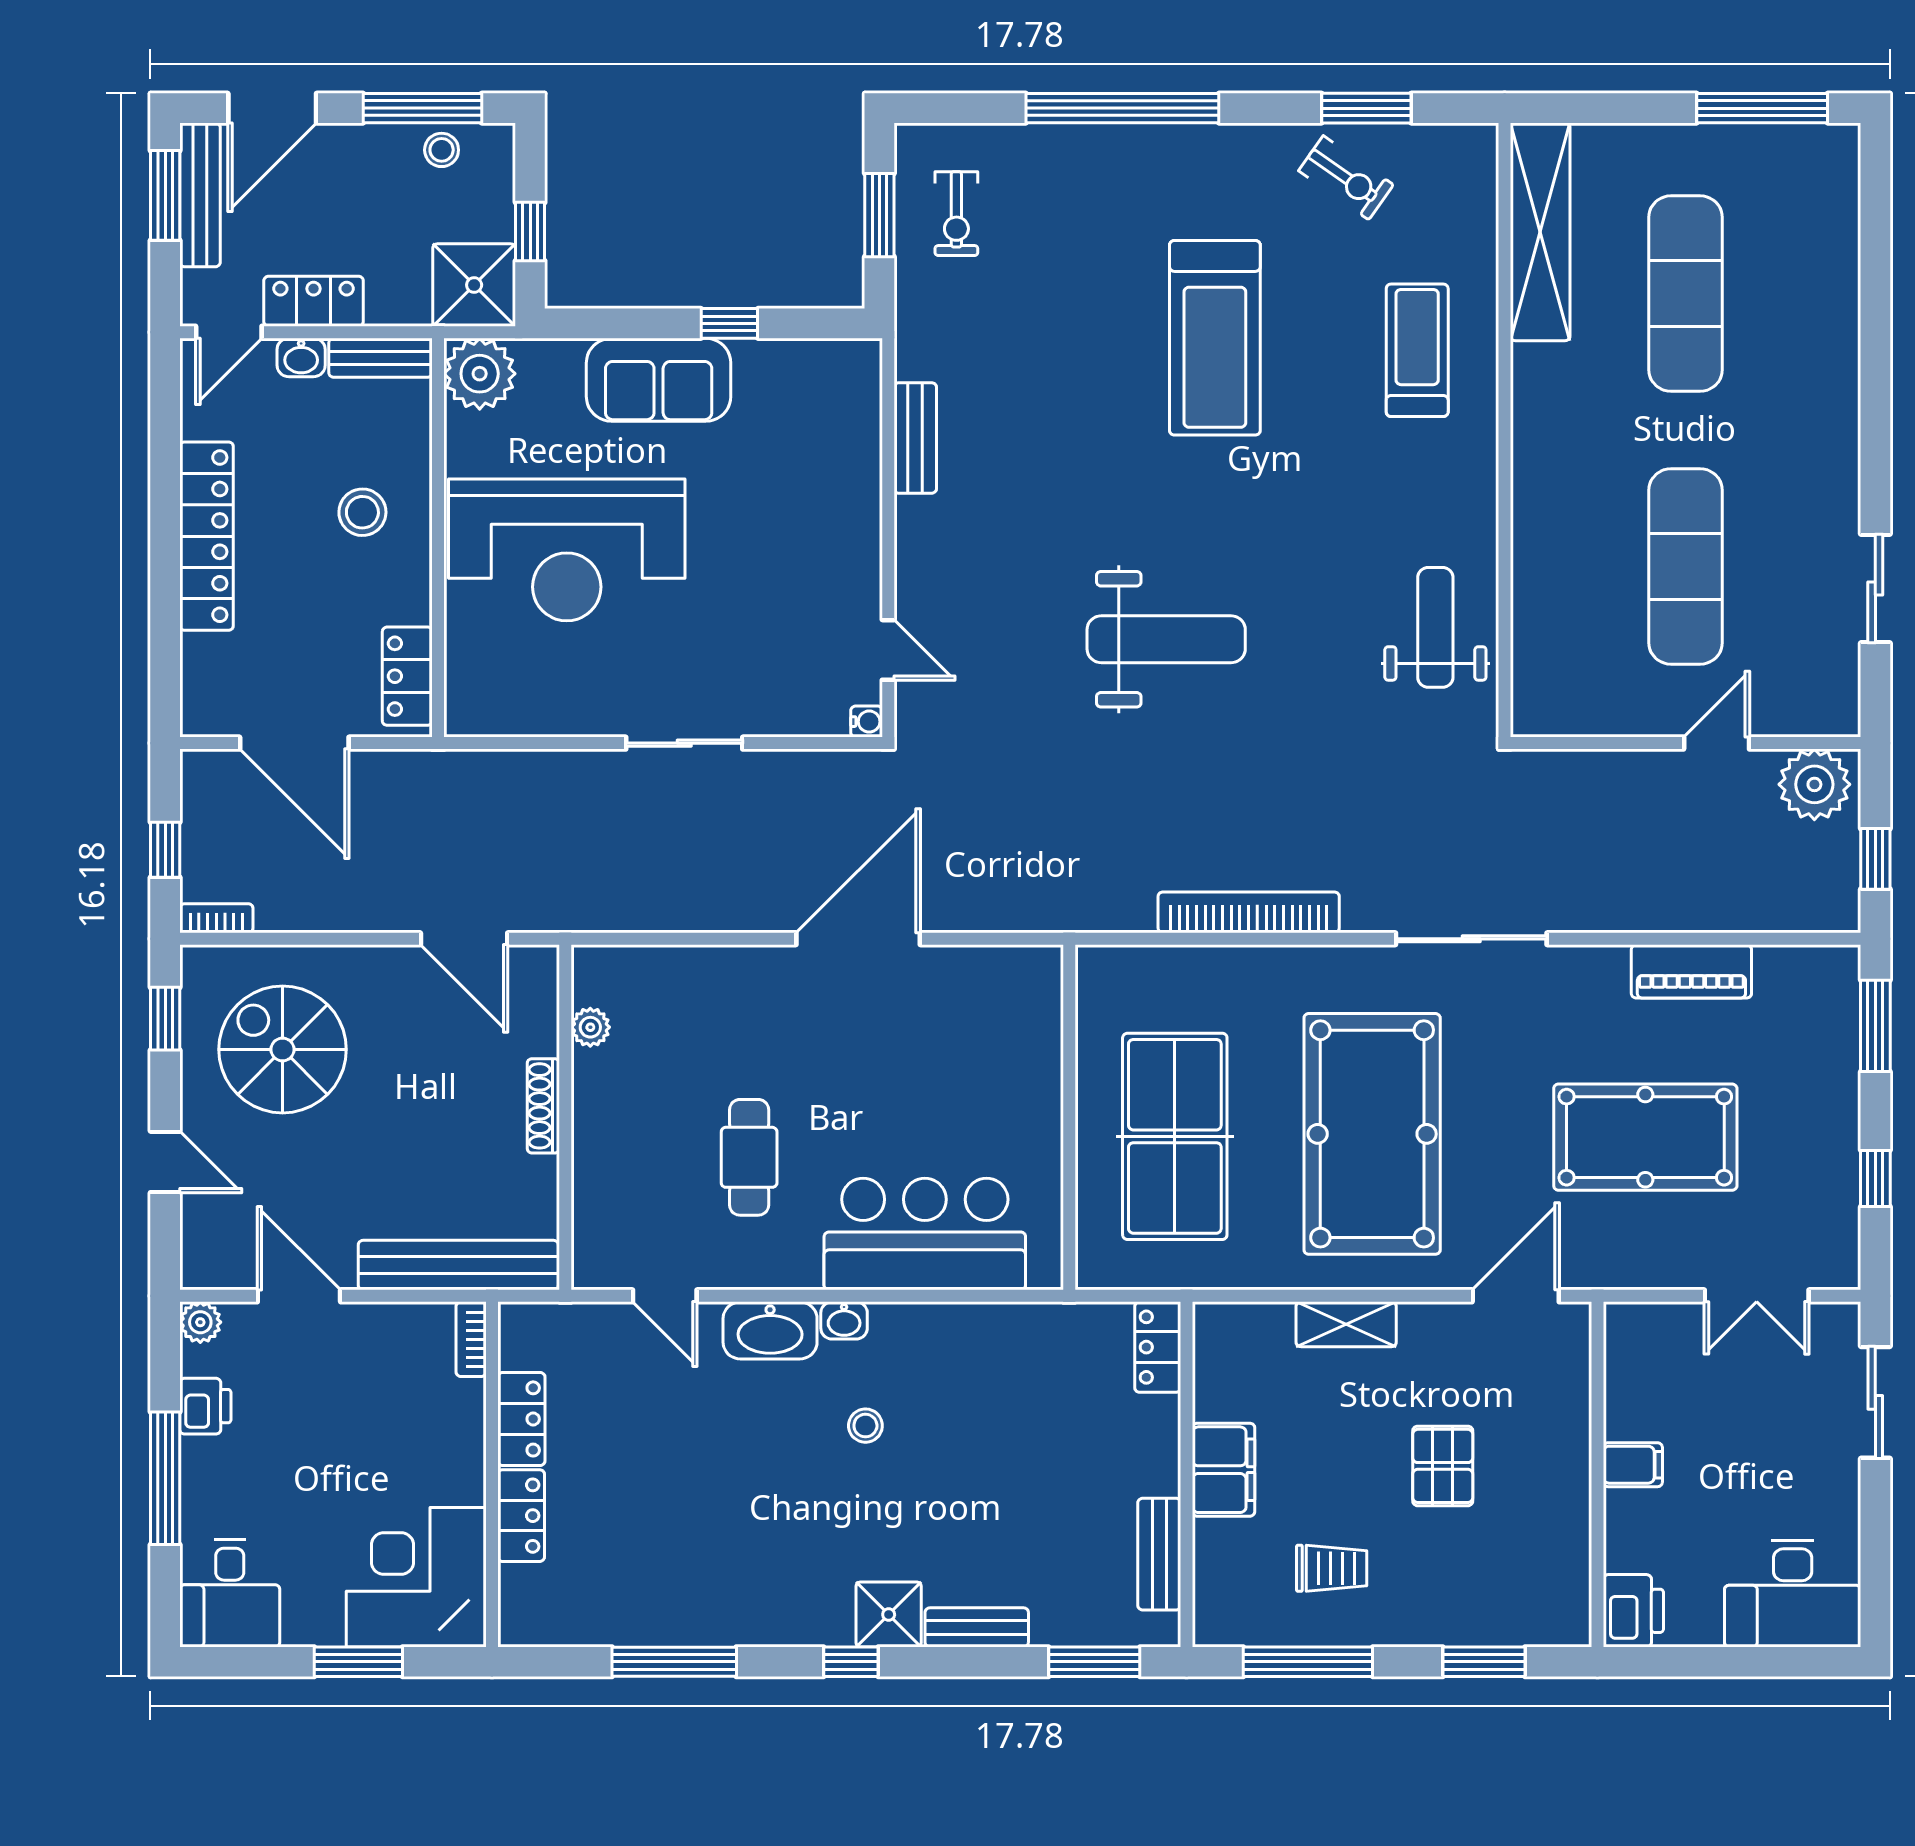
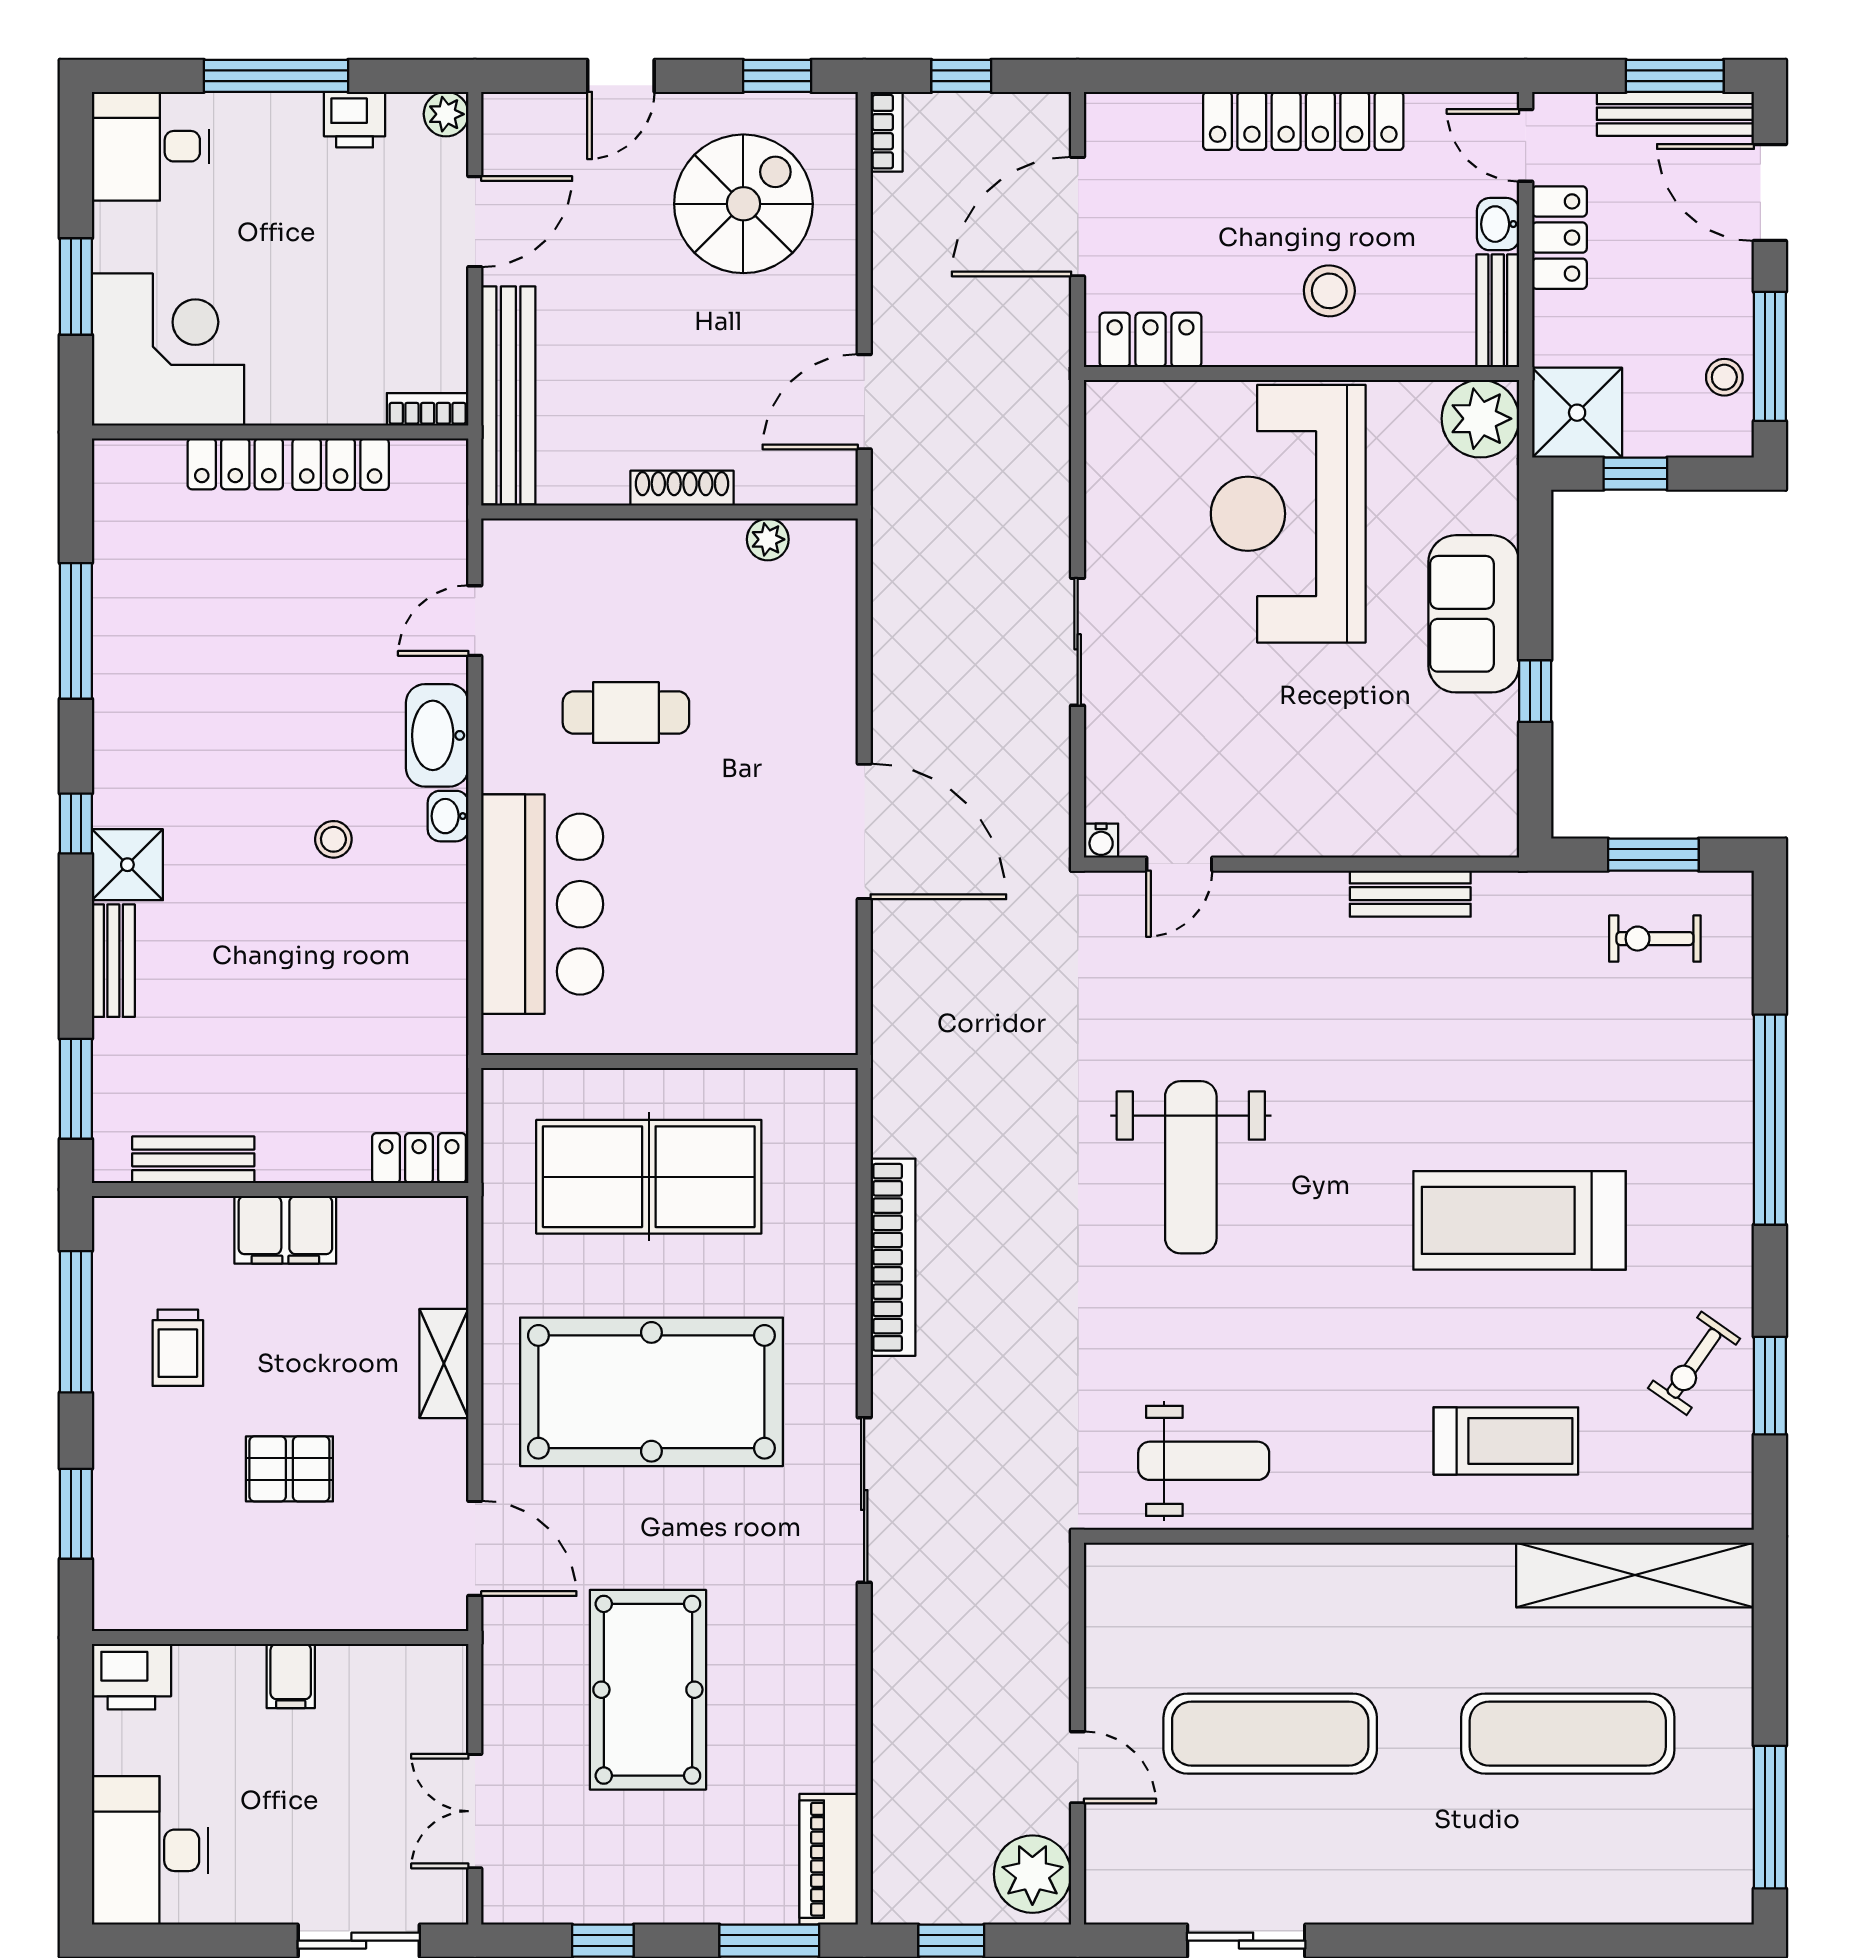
piano: (1691, 971) -> (829, 1859), moved

